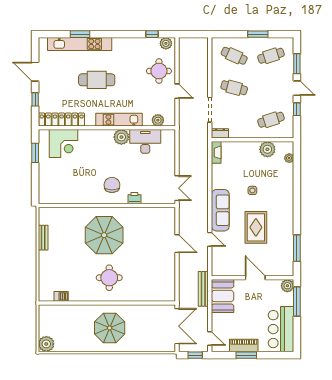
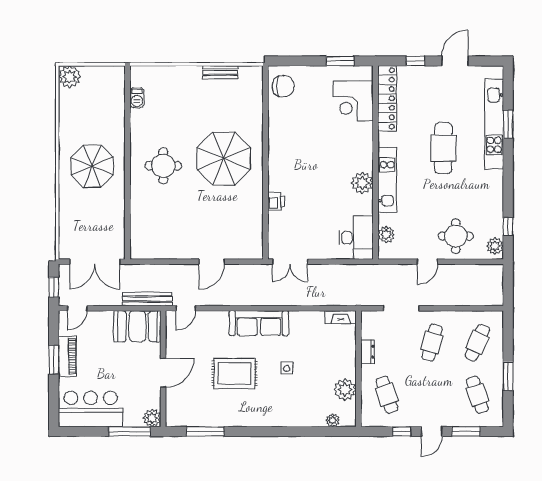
dresser: (220, 133) -> (368, 352), moved
desk: (145, 141) -> (356, 238), moved
chair: (112, 185) -> (283, 86), moved
door: (210, 239) -> (186, 308), moved

